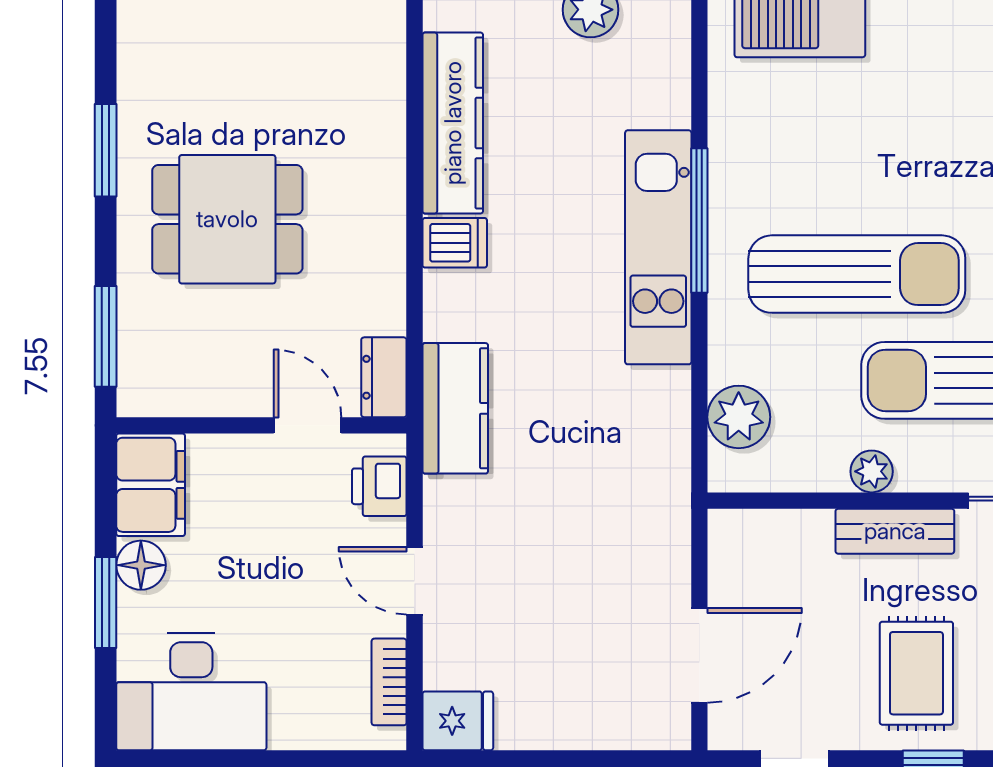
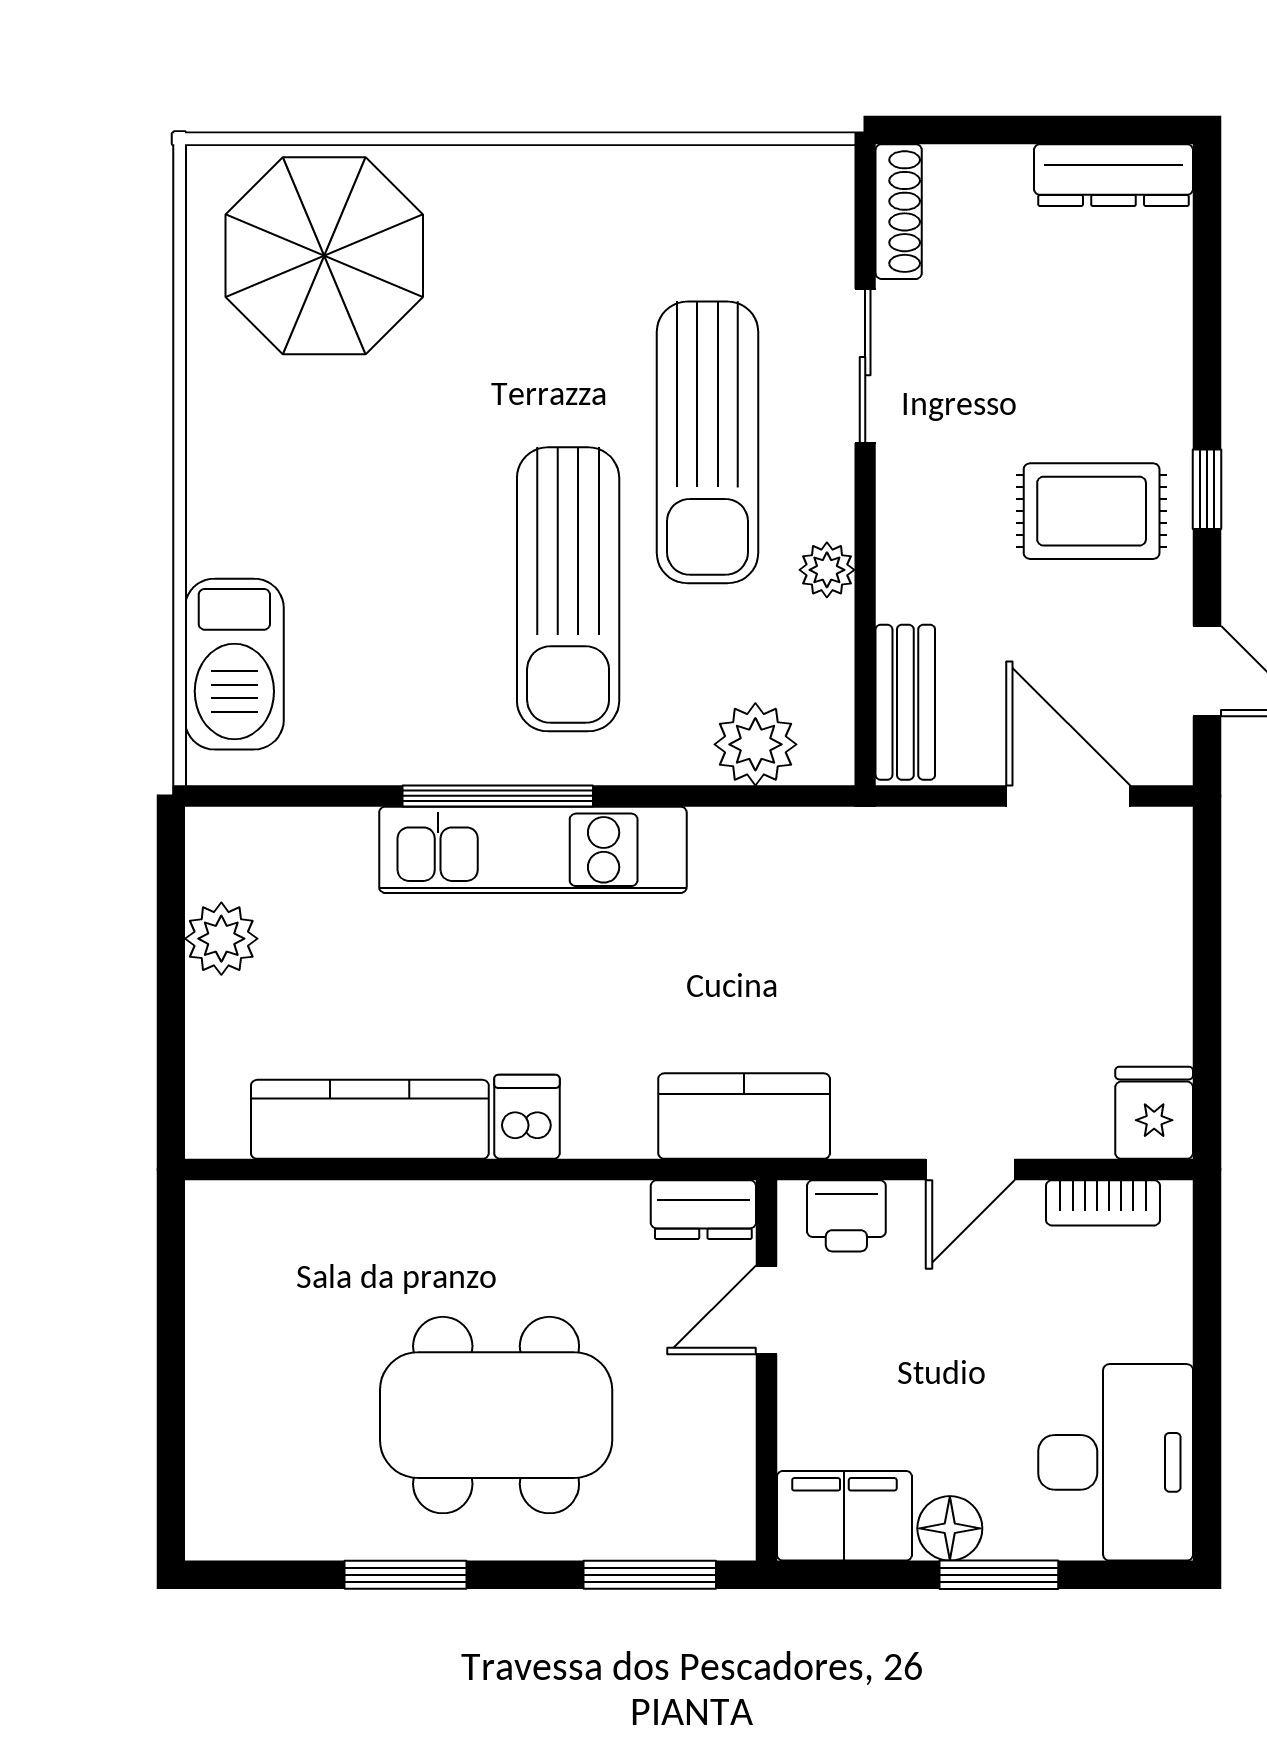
dining table: (227, 219) -> (496, 1415), width x1.37
sun lounger: (857, 274) -> (568, 589), turned 180
bench: (895, 531) -> (905, 702), moved

